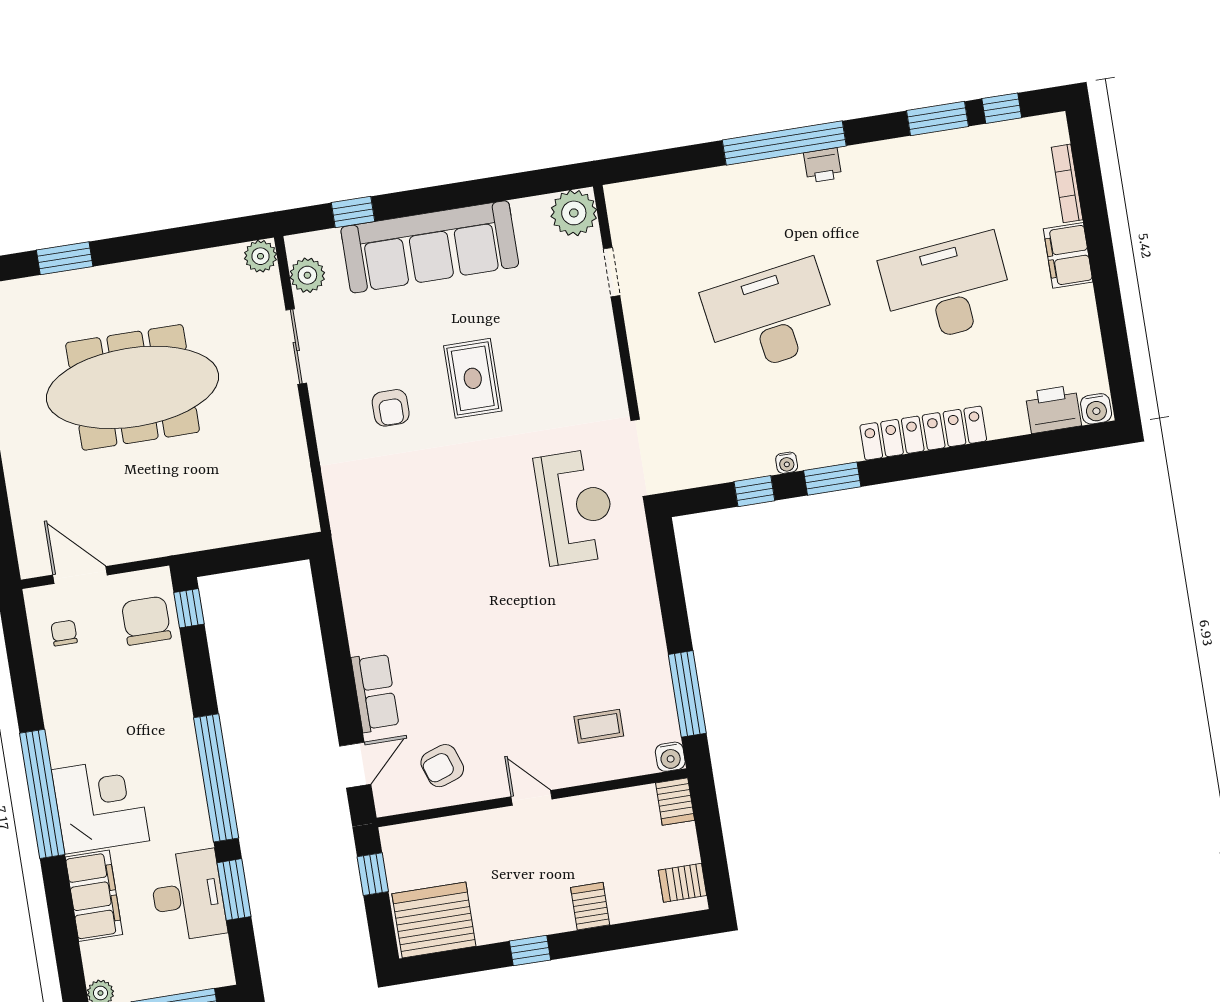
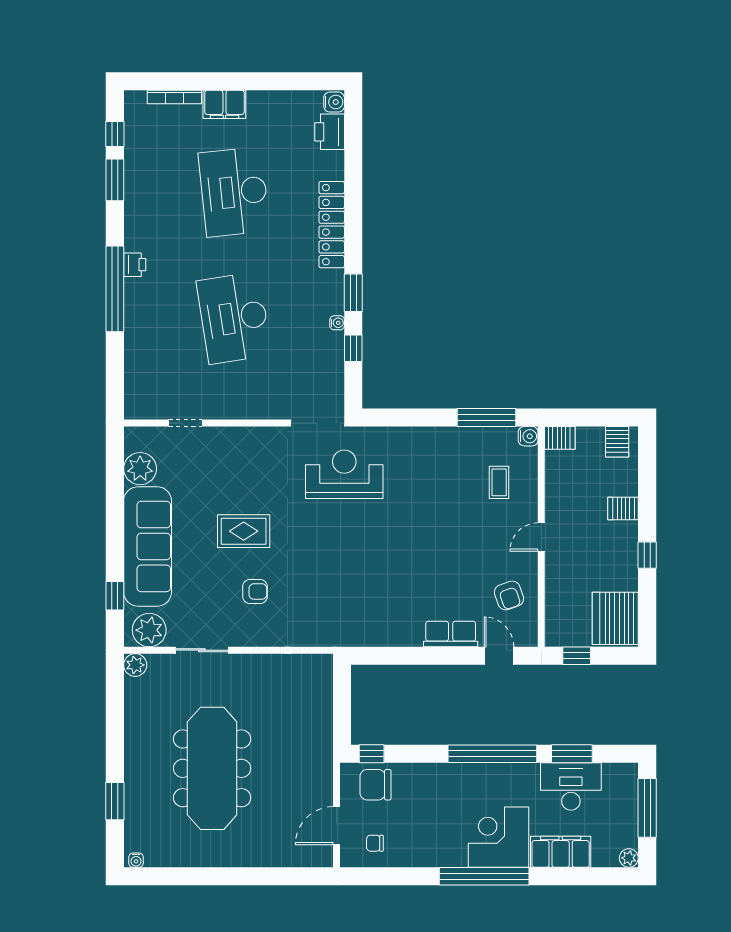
plant: (574, 213) -> (140, 469), moved
plant: (307, 275) -> (149, 630), width x1.36, depth x1.36

